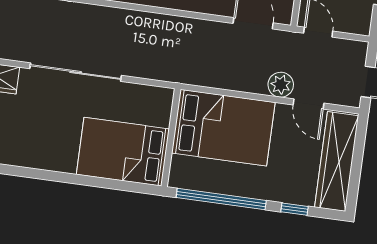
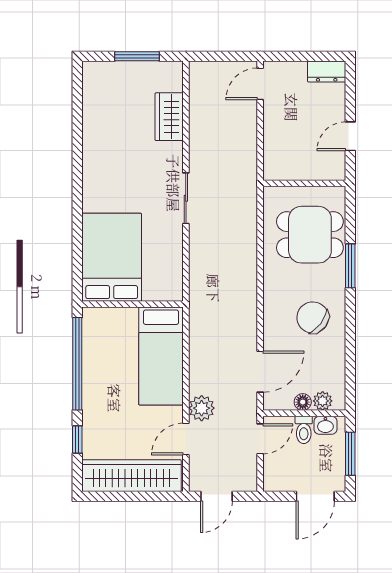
sliding door: (76, 72) -> (186, 198), width x0.54
bed: (223, 128) -> (161, 356), width x0.67

